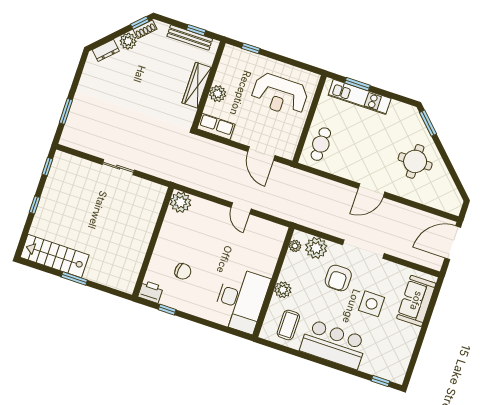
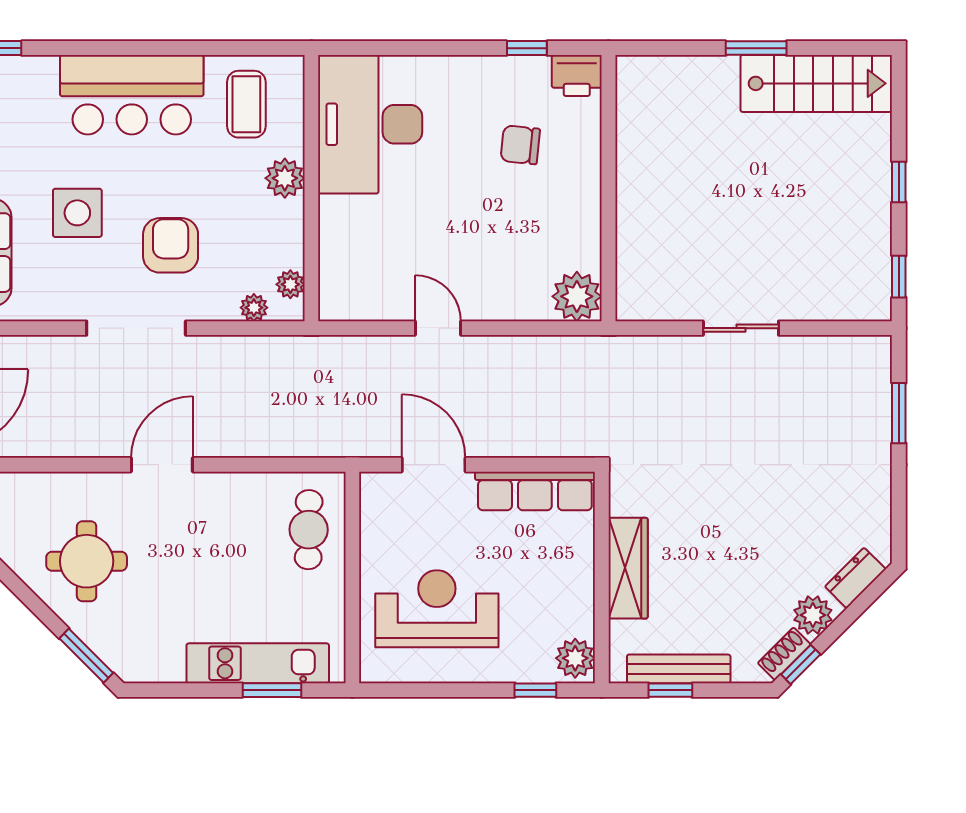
plant: (218, 94) -> (575, 658), moved
row of seats: (216, 126) -> (535, 491), width x1.48
plant: (316, 248) -> (254, 308), width x0.53, depth x0.53

